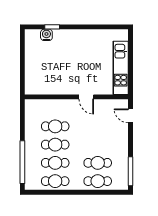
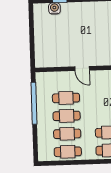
door: (86, 97) -> (82, 68), moved
window: (22, 162) -> (34, 103), moved

